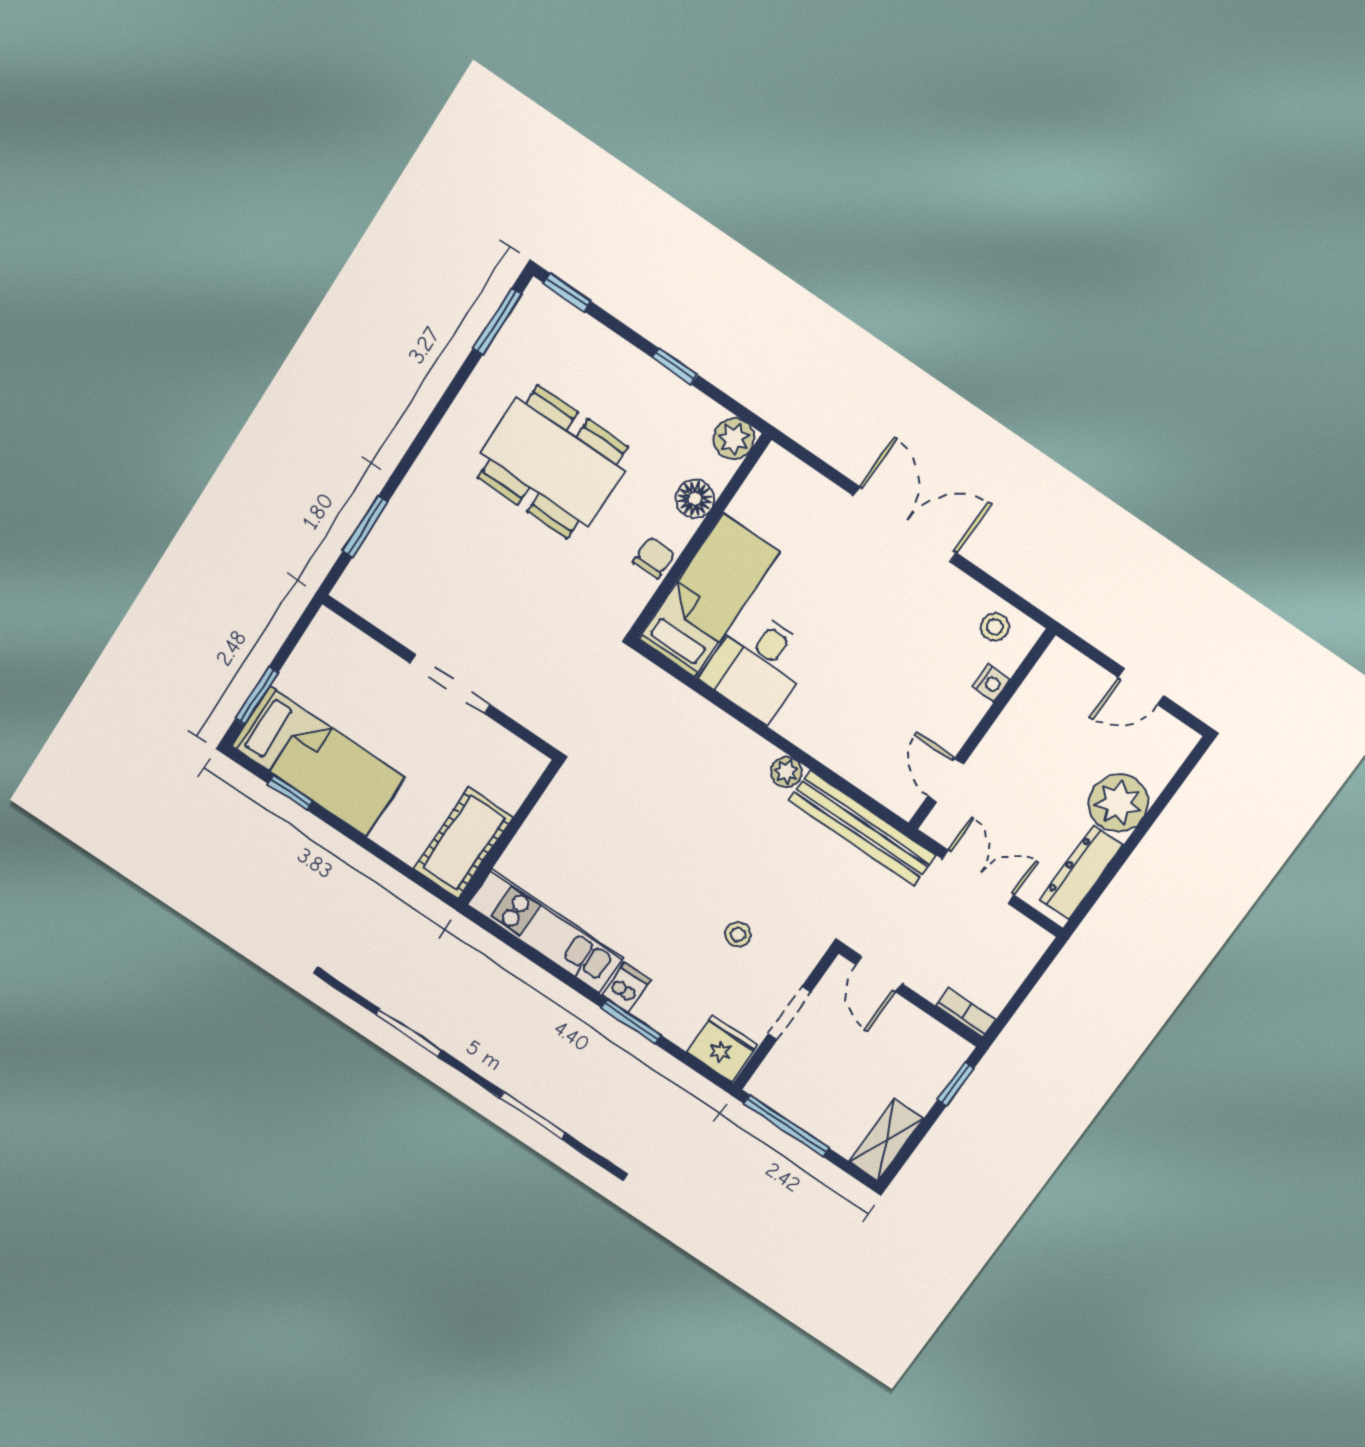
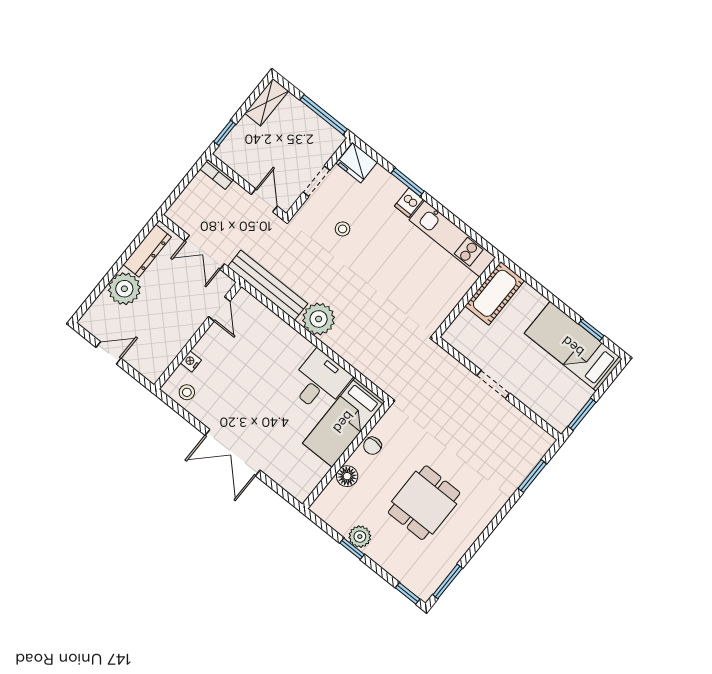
plant: (734, 439) -> (360, 537), moved
dining table: (553, 462) -> (424, 503), width x0.73
doorway: (450, 684) -> (493, 384), width x0.73
window: (257, 696) -> (582, 414), moved
plant: (786, 772) -> (319, 319), width x1.88, depth x1.88

